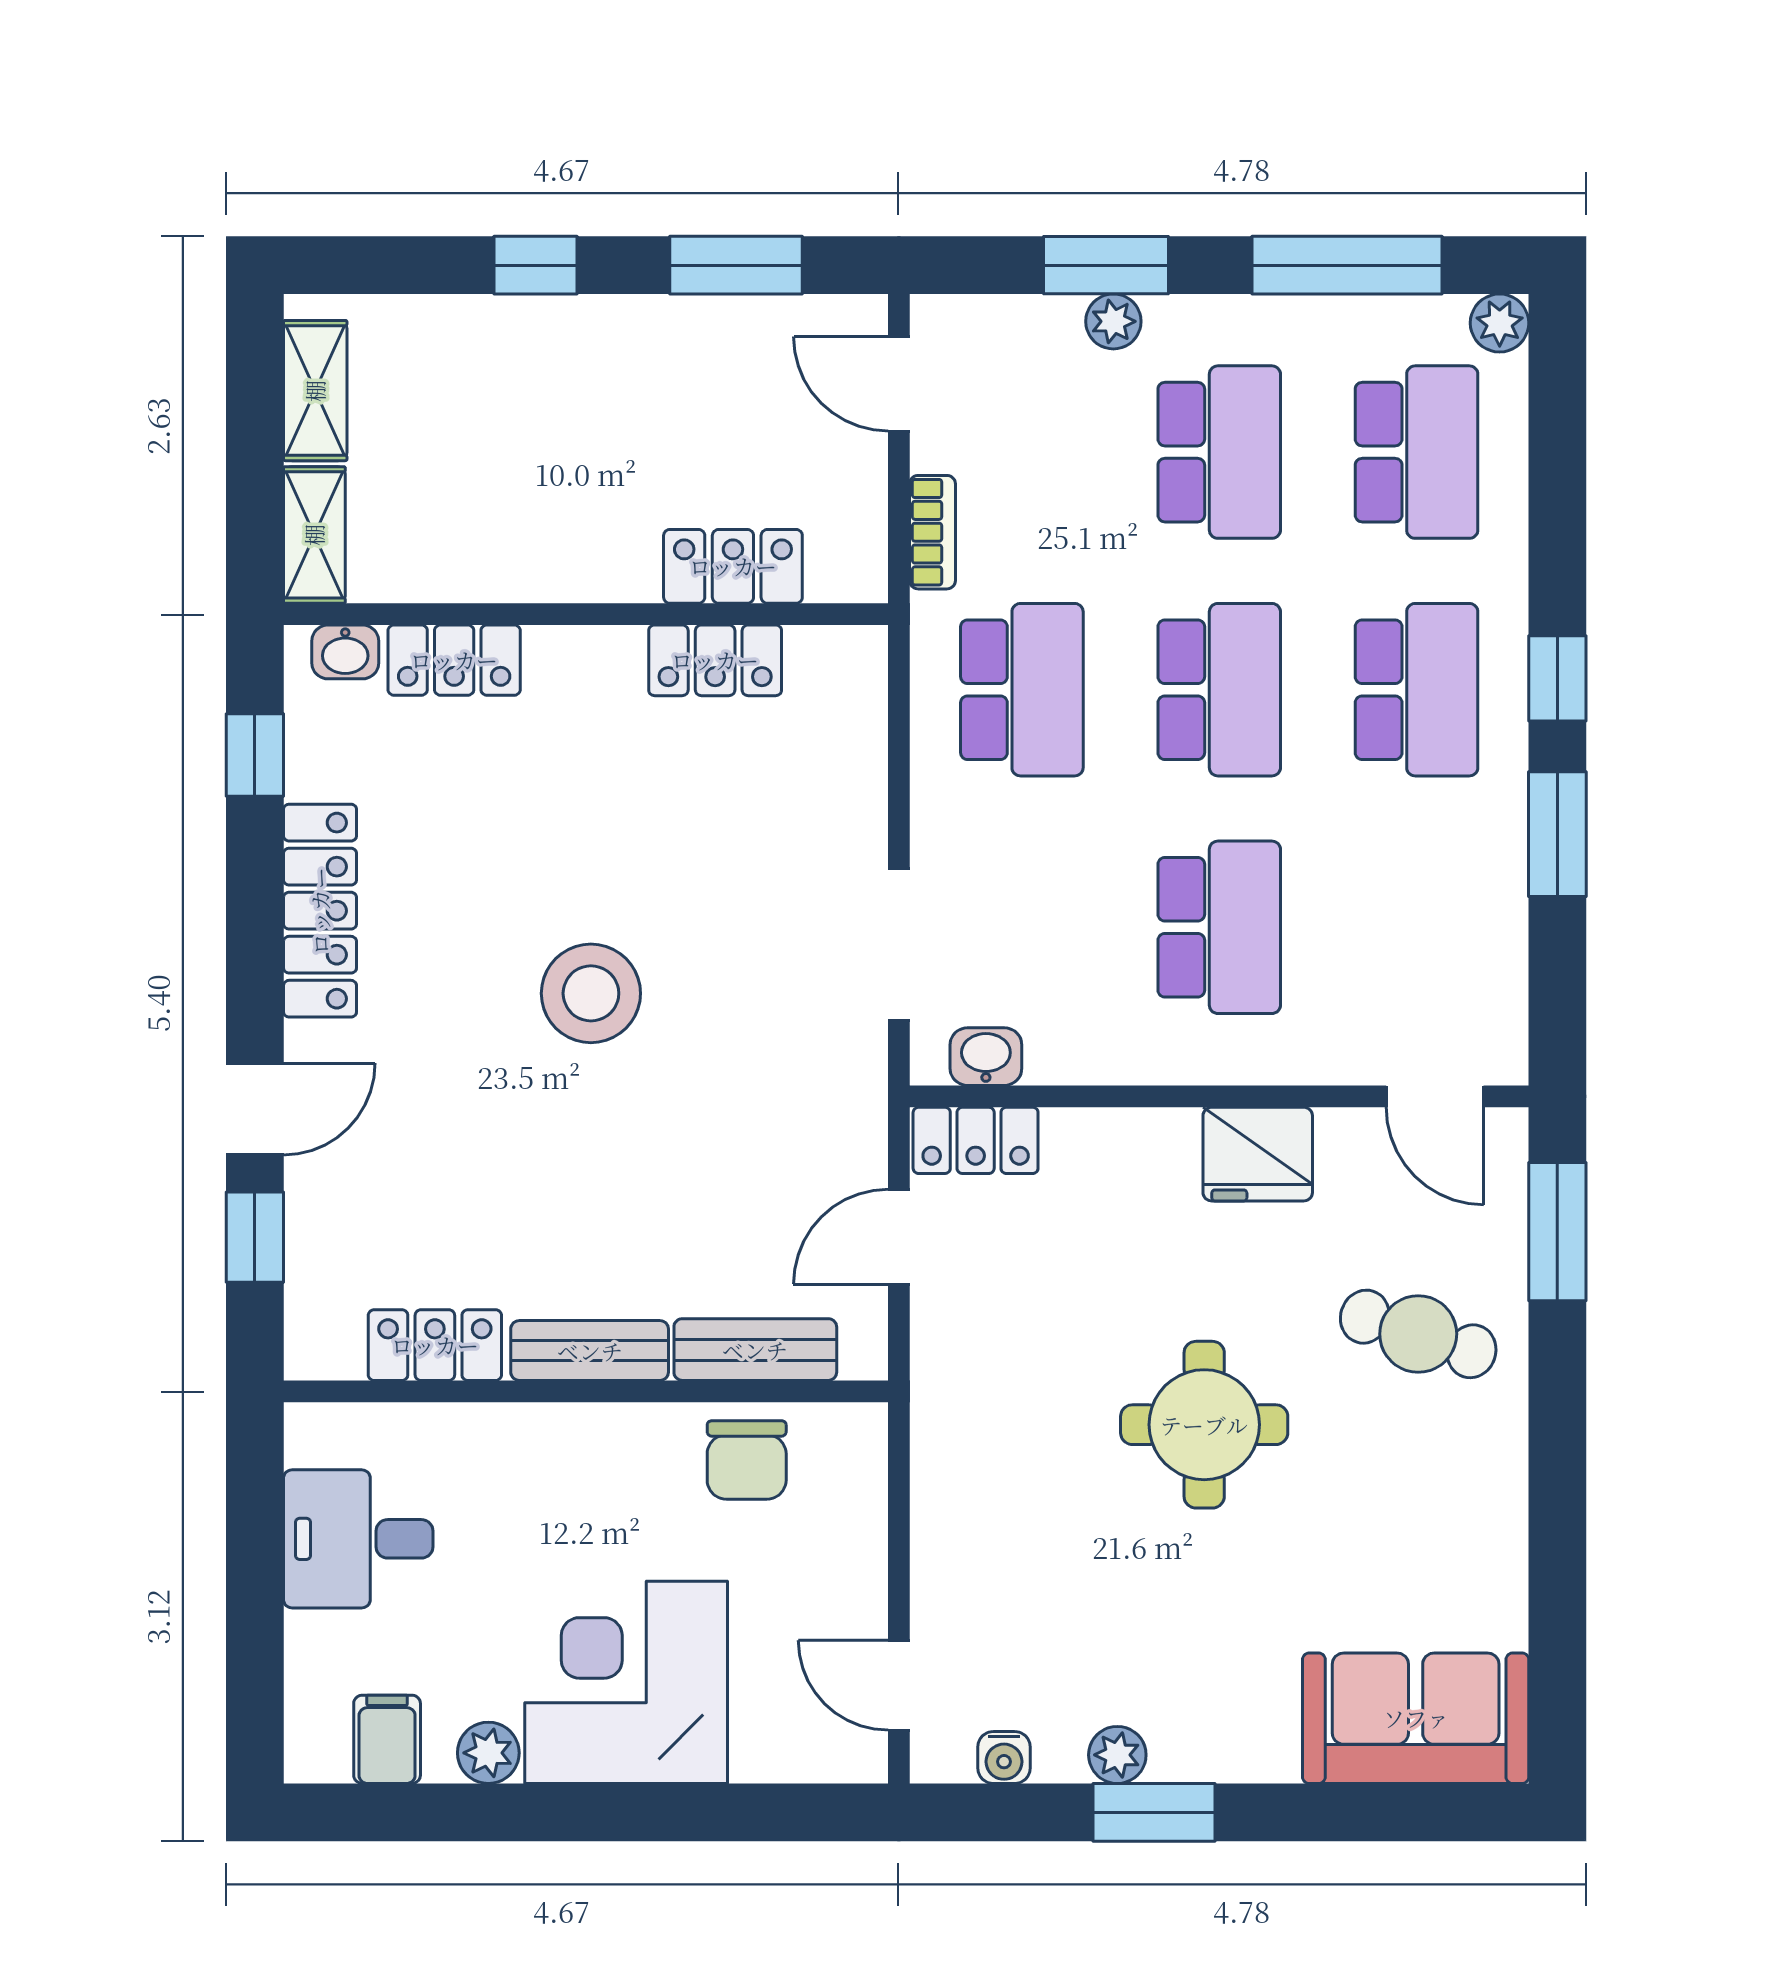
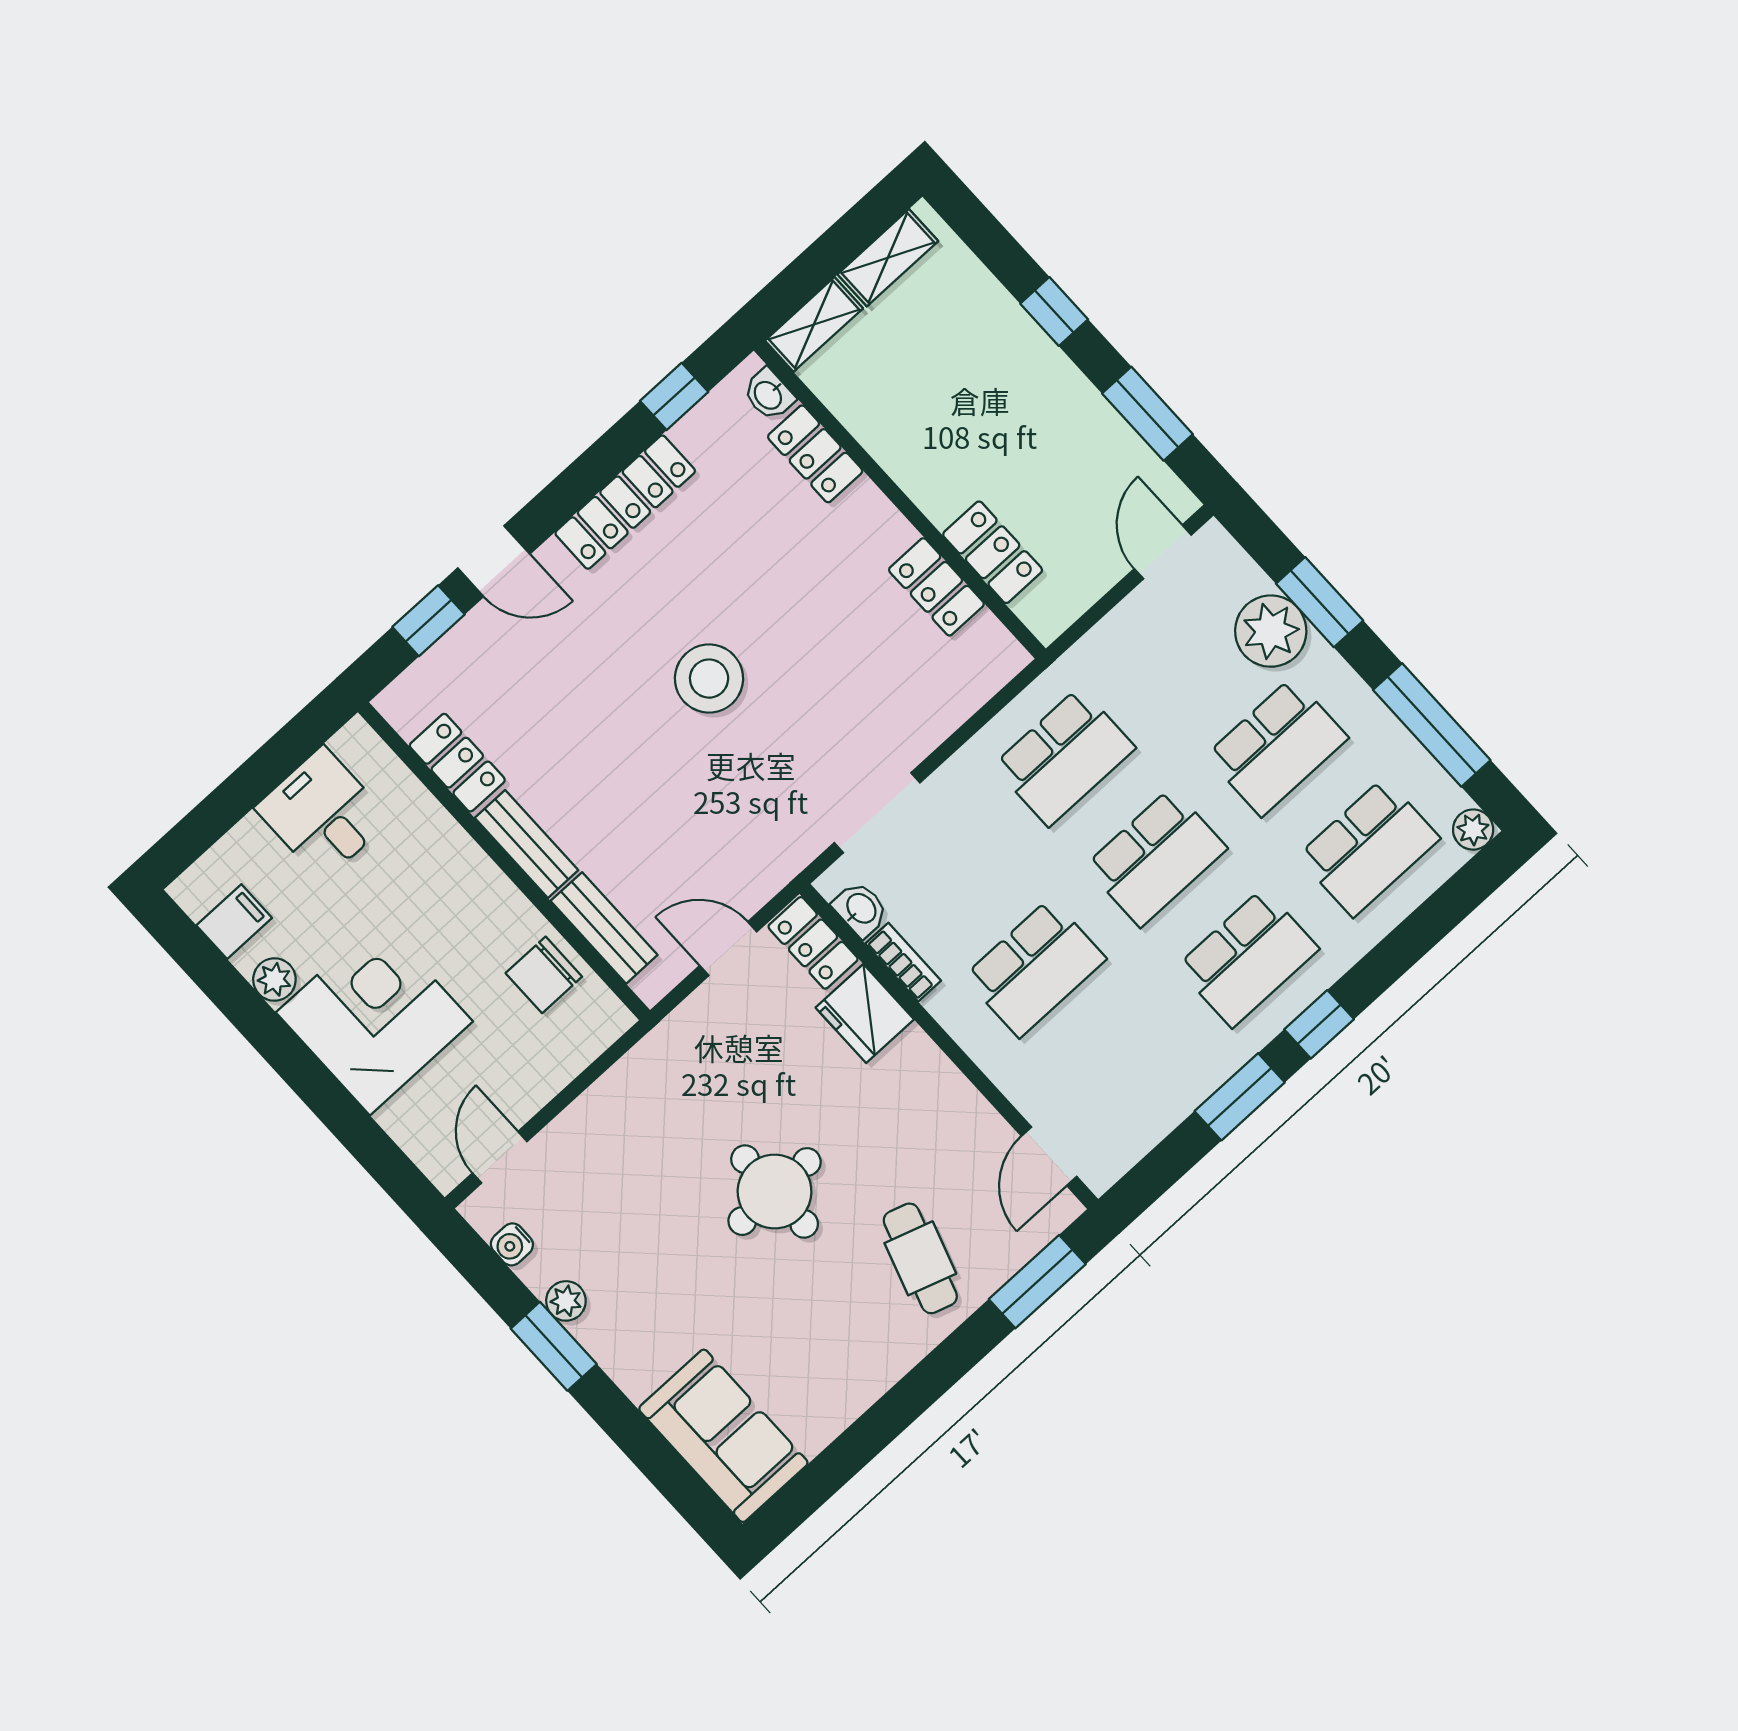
plant: (1113, 321) -> (1271, 631), width x1.88, depth x1.88
bookcase: (932, 532) -> (903, 962), moved, turned -90
fridge: (1258, 1154) -> (865, 1014), moved

